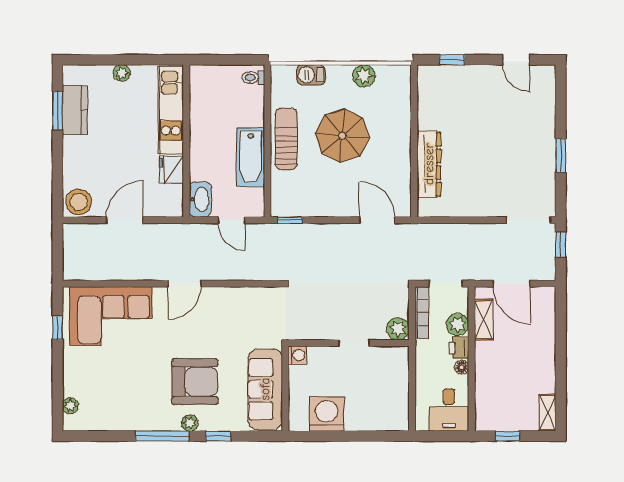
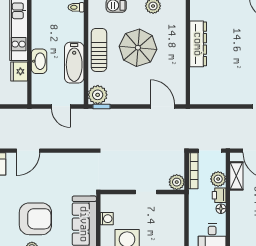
dresser: (429, 164) -> (198, 44), moved
washbasin: (200, 199) -> (39, 61), moved
plant: (284, 203) -> (98, 95), added
washing machine: (297, 355) -> (107, 219), moved

